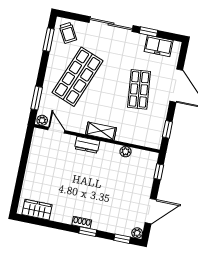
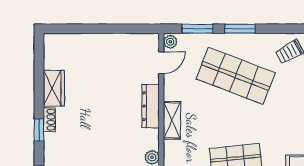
window: (49, 40) -> (240, 29), moved
dresser: (87, 145) -> (151, 106), width x1.44
wardrobe: (37, 210) -> (54, 88), moved

